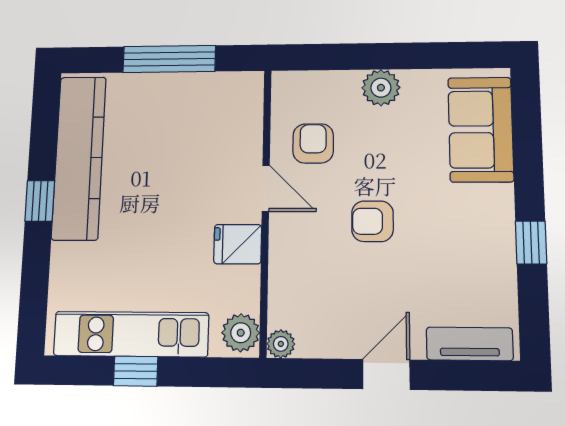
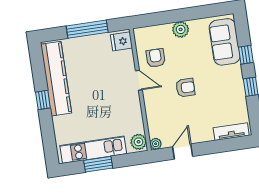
window: (528, 166) -> (246, 55), added
armchair: (372, 221) -> (185, 88), turned 180
fridge: (238, 244) -> (121, 41), moved
window: (136, 371) -> (98, 164), width x1.50
door: (386, 374) -> (183, 152), moved

